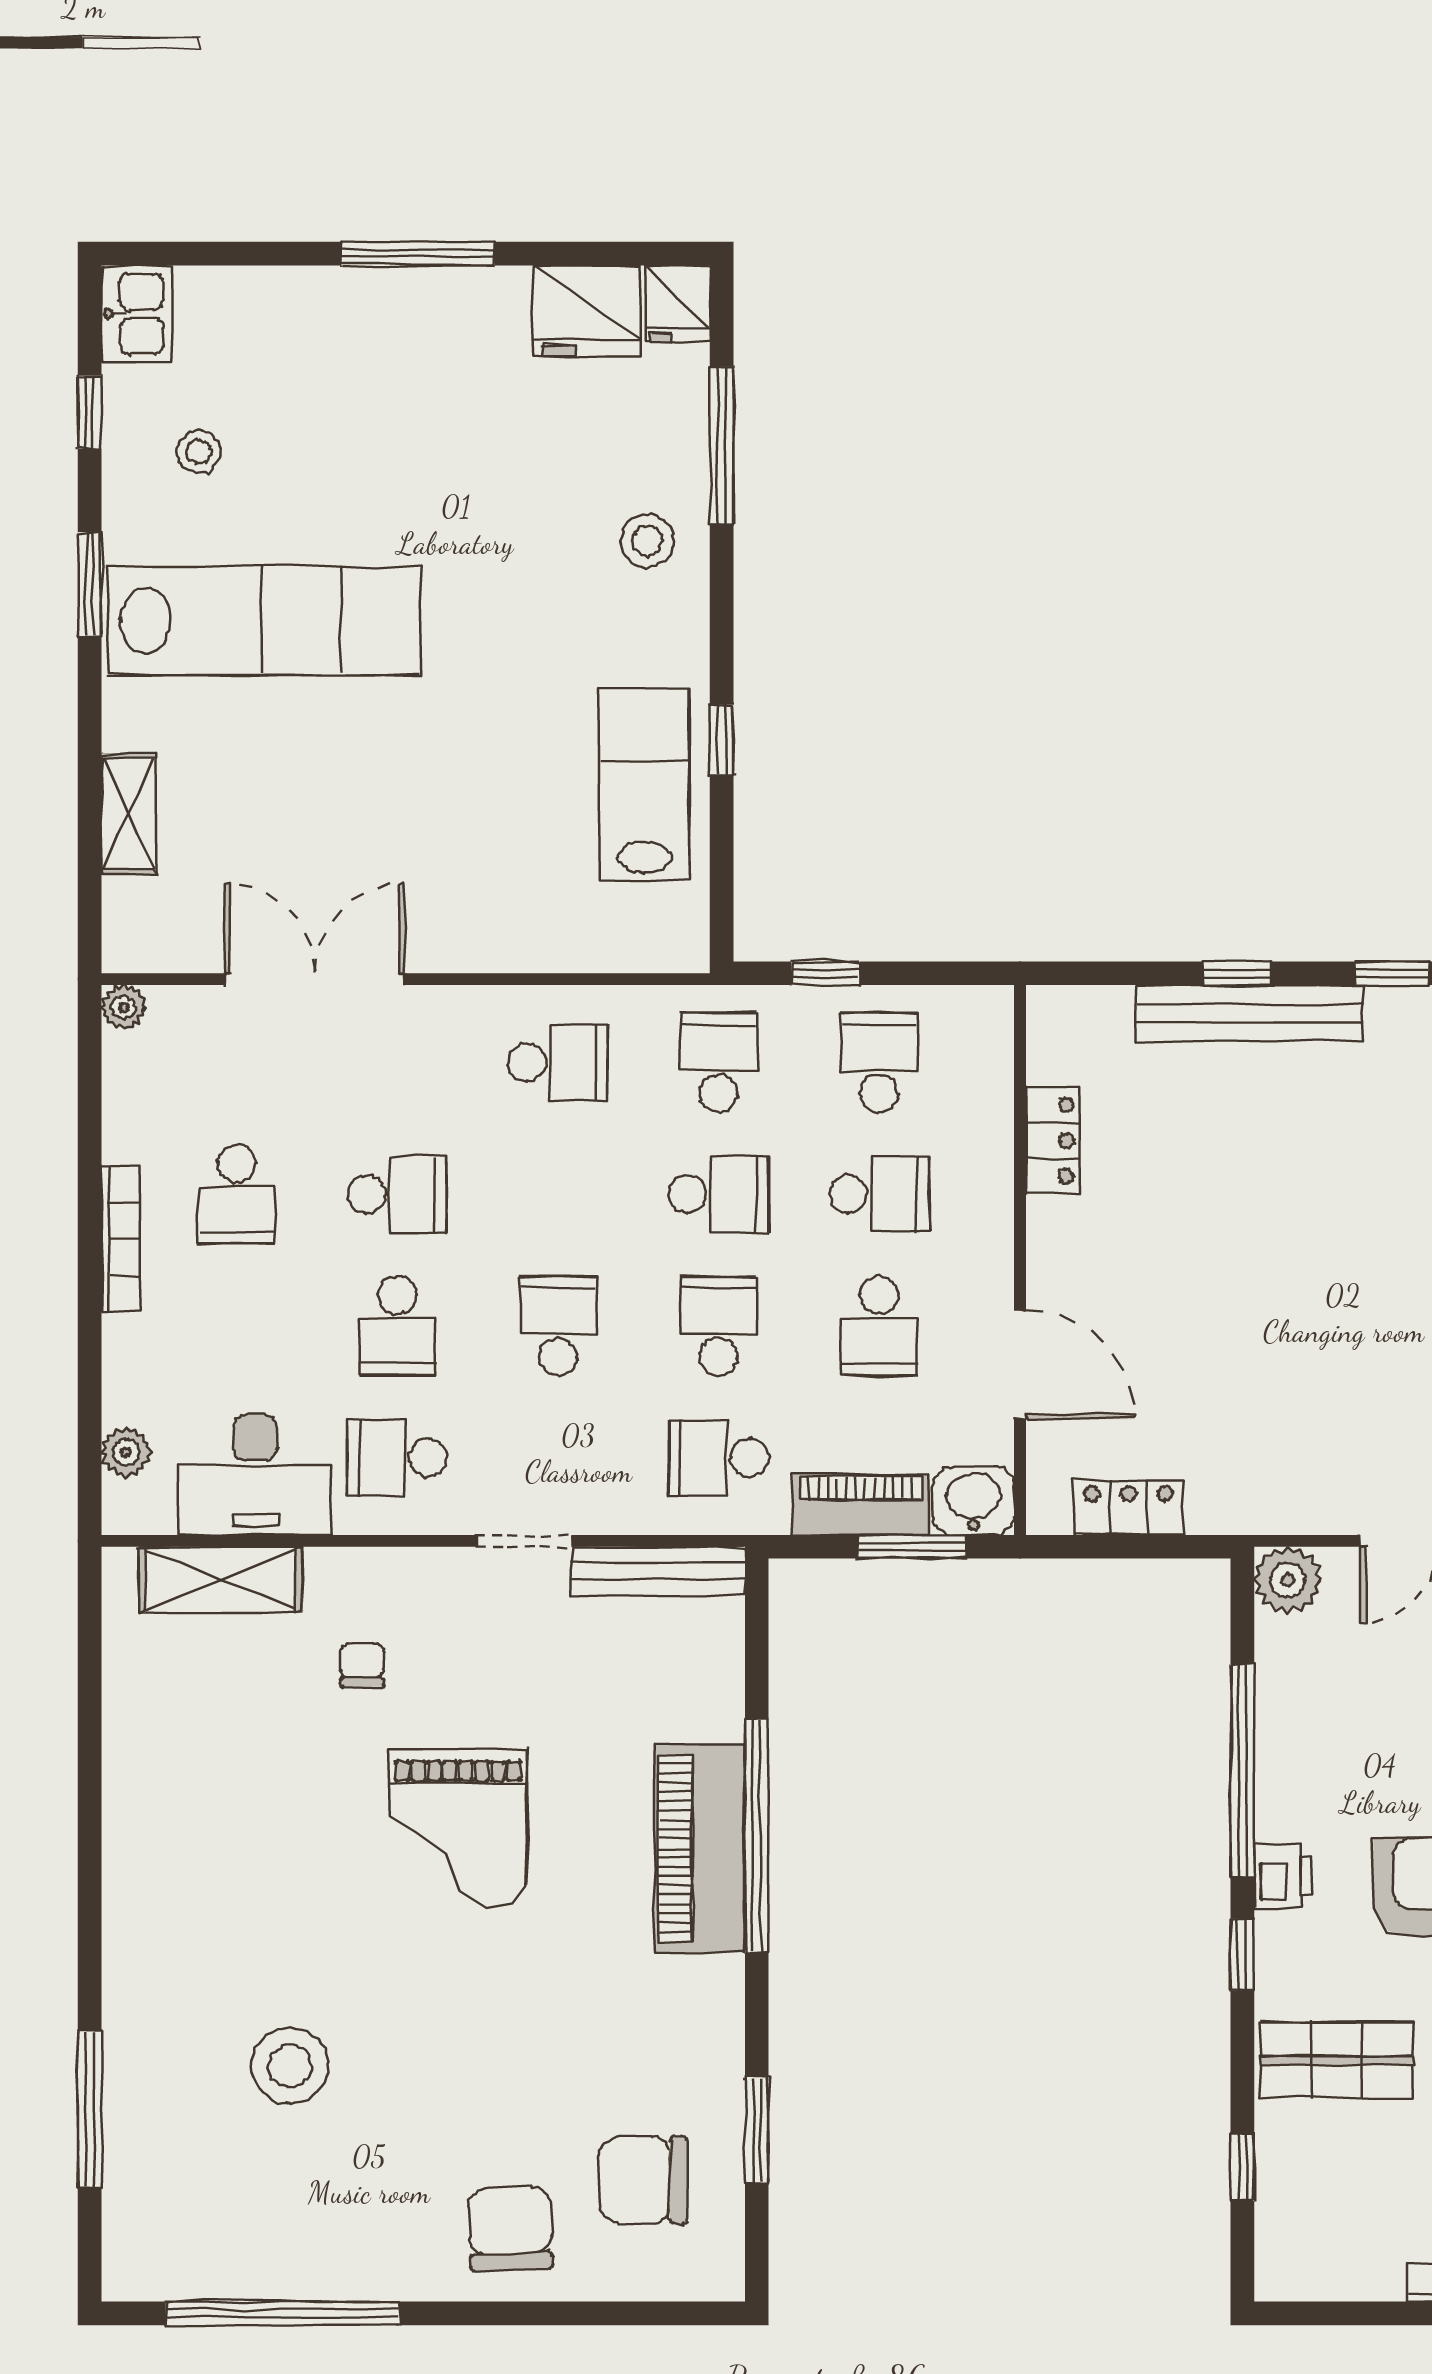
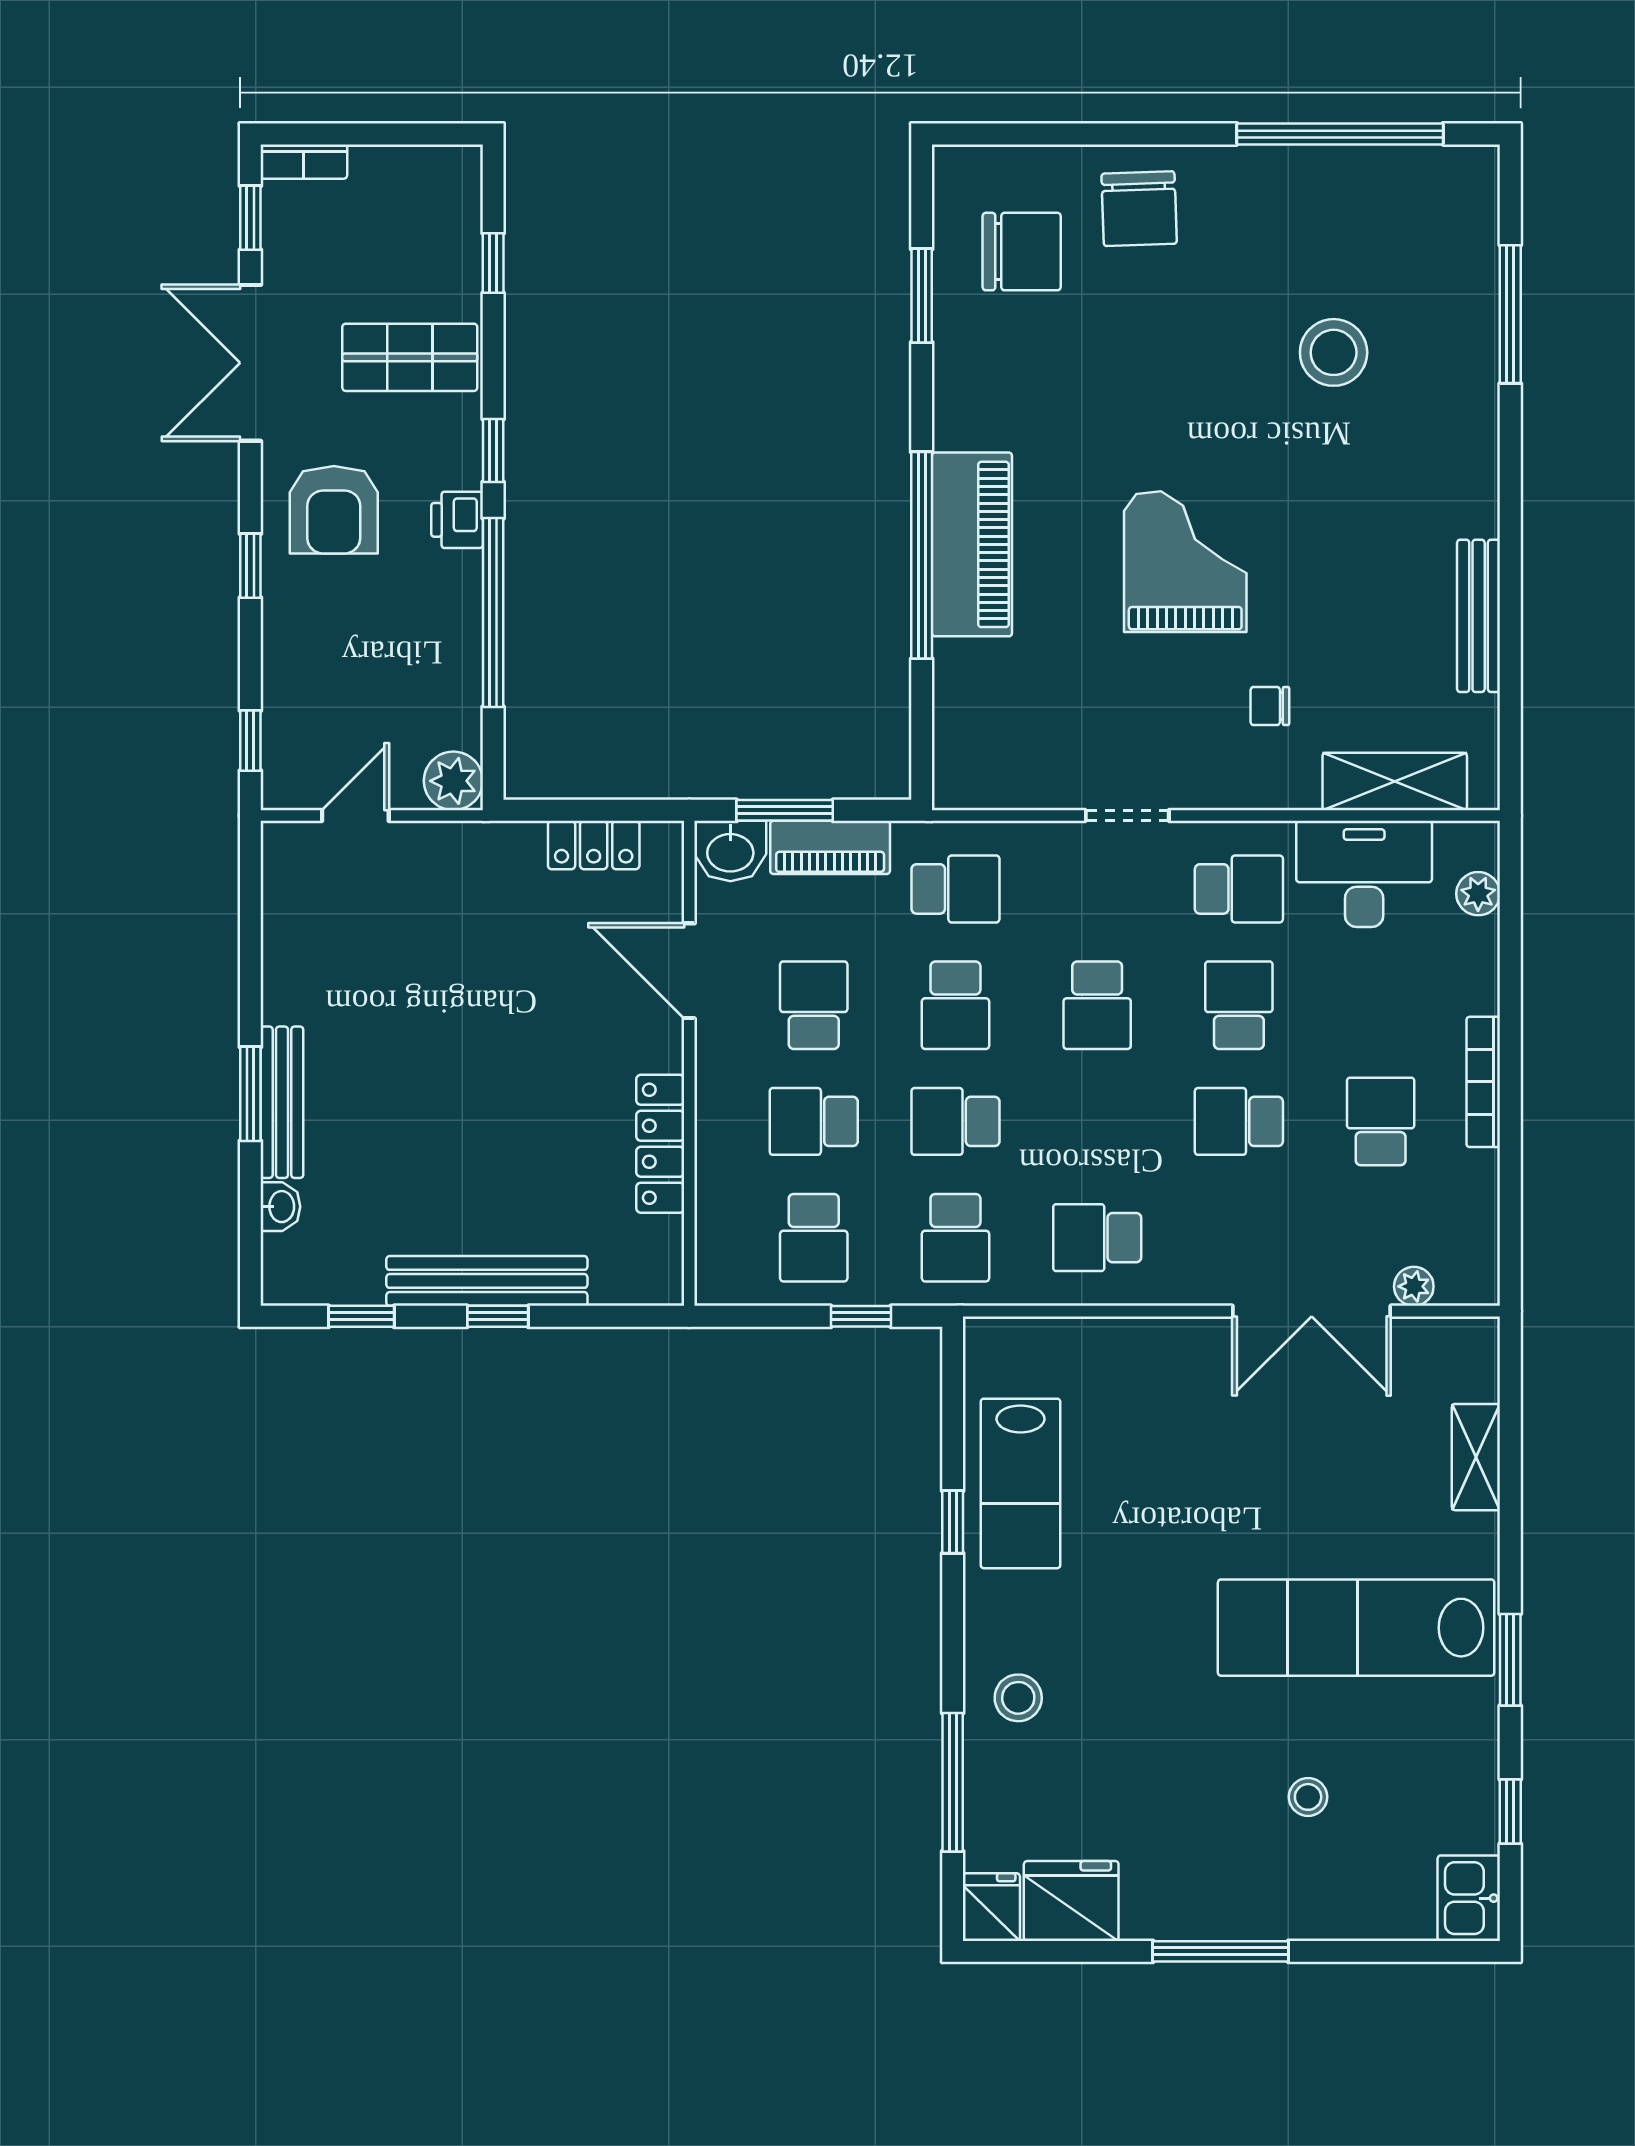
stool: (199, 452) -> (1308, 1797), moved
plant: (124, 1007) -> (1414, 1286), moved
locker: (1053, 1141) -> (660, 1144), width x1.53
bench: (659, 1571) -> (1479, 616), moved, turned 90
chair: (362, 1665) -> (1270, 706), turned 90

